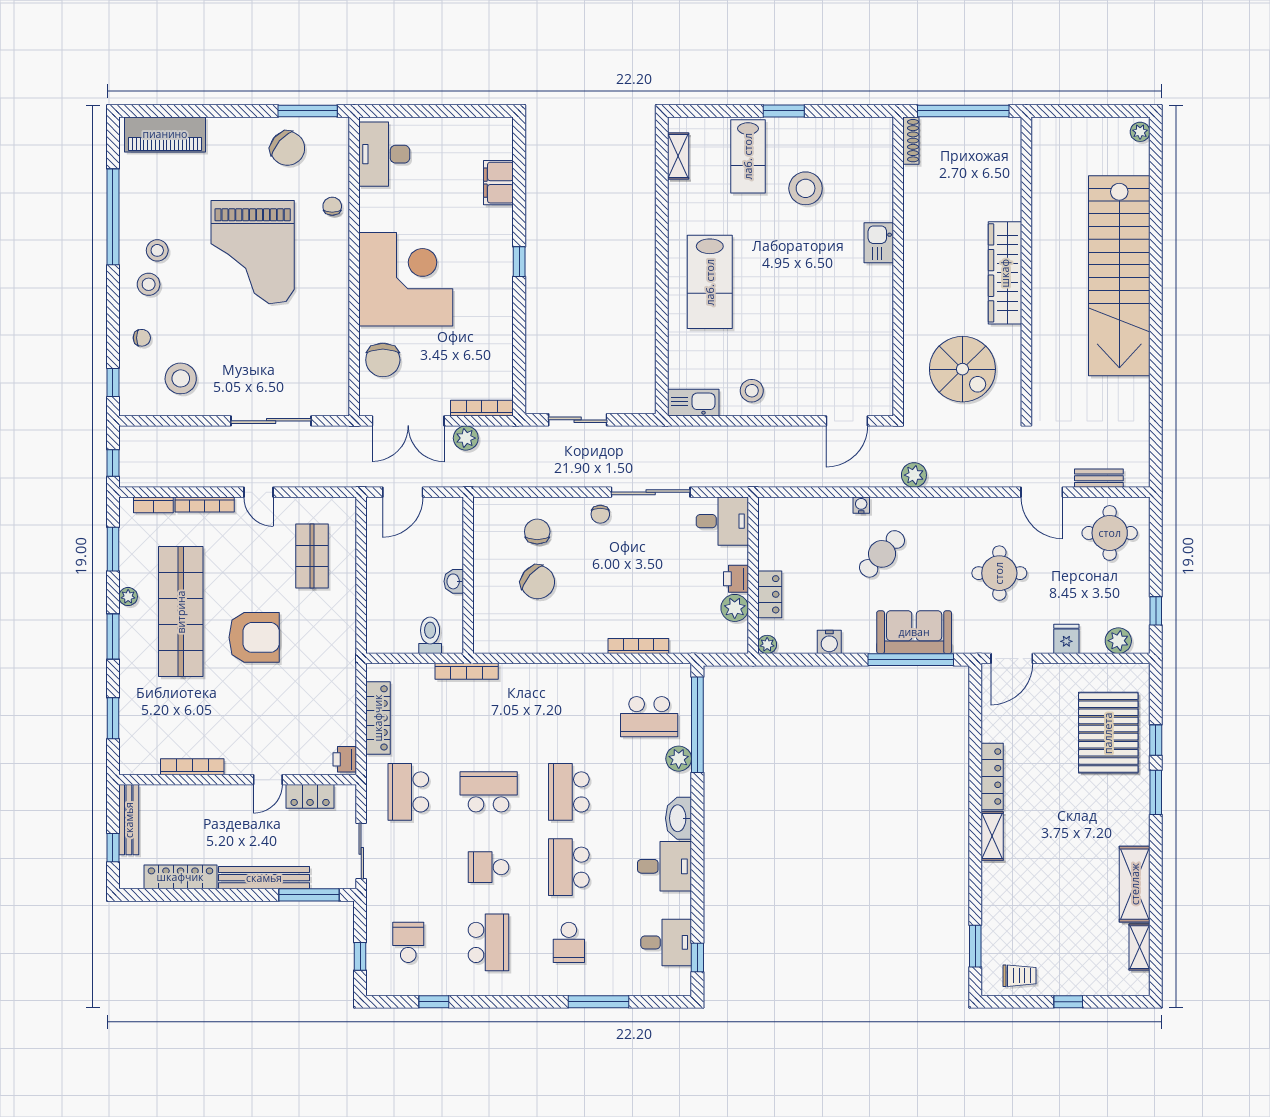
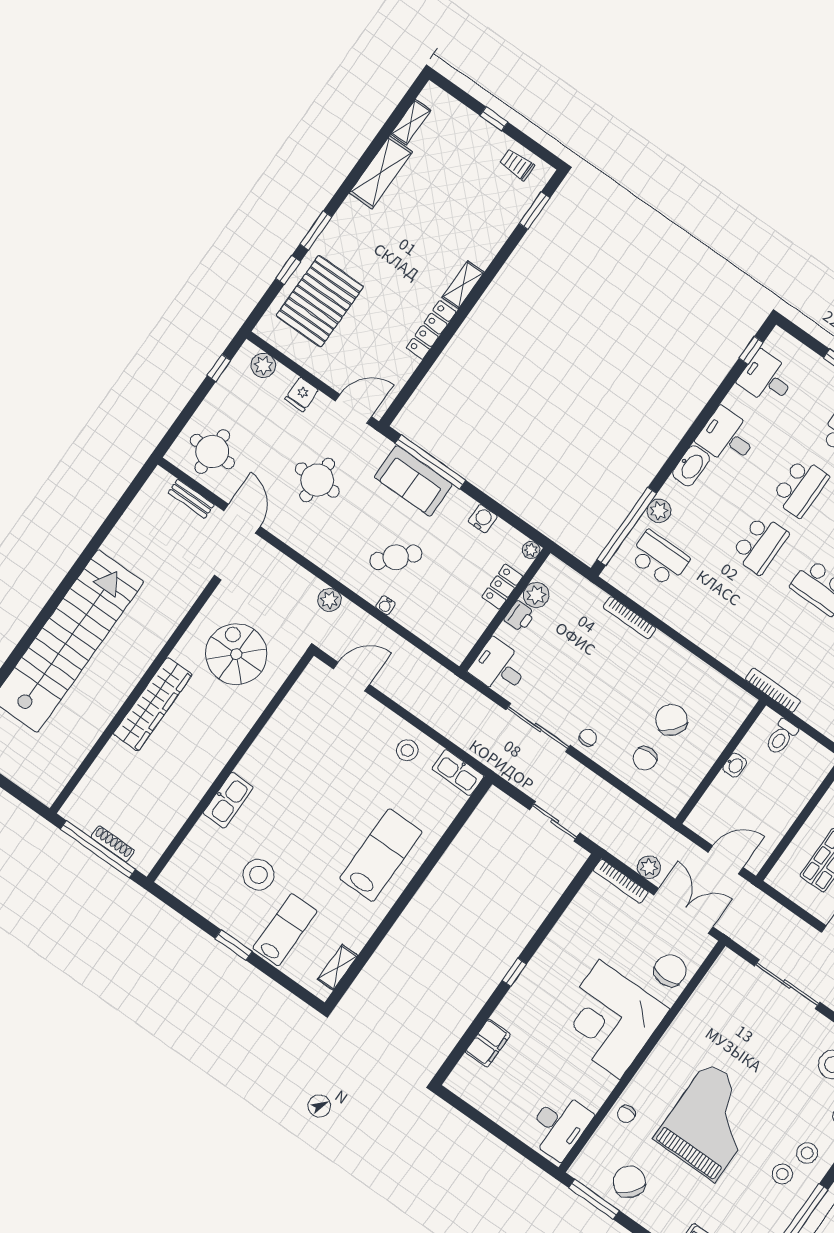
shoe rack: (911, 141) -> (113, 844), moved, turned 90
kitchen sink: (879, 243) -> (228, 800), width x1.38

